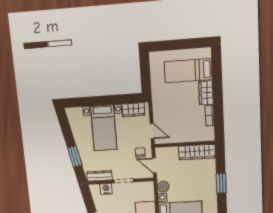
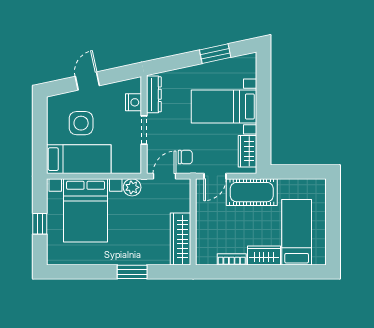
cot: (162, 105) -> (252, 192), added
window: (75, 156) -> (215, 54), moved

